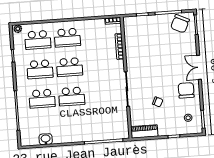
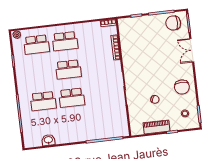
chair: (180, 24) -> (173, 23), turned 65
double door: (199, 67) -> (192, 50), moved
school desk: (40, 69) -> (40, 73), removed
chair: (186, 90) -> (182, 87), turned 180
piano: (144, 131) -> (156, 127), moved

